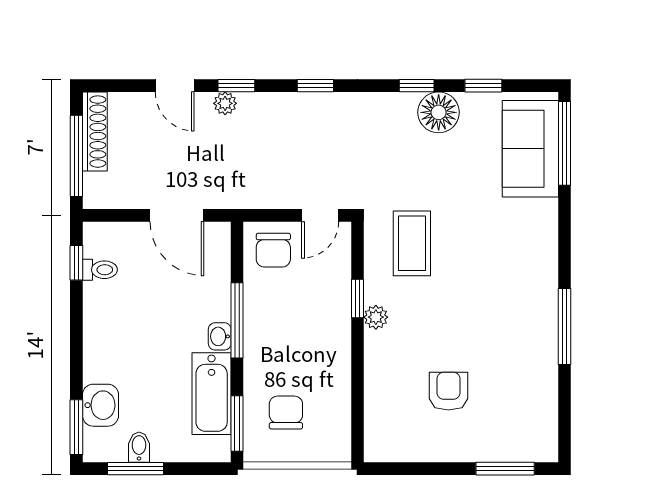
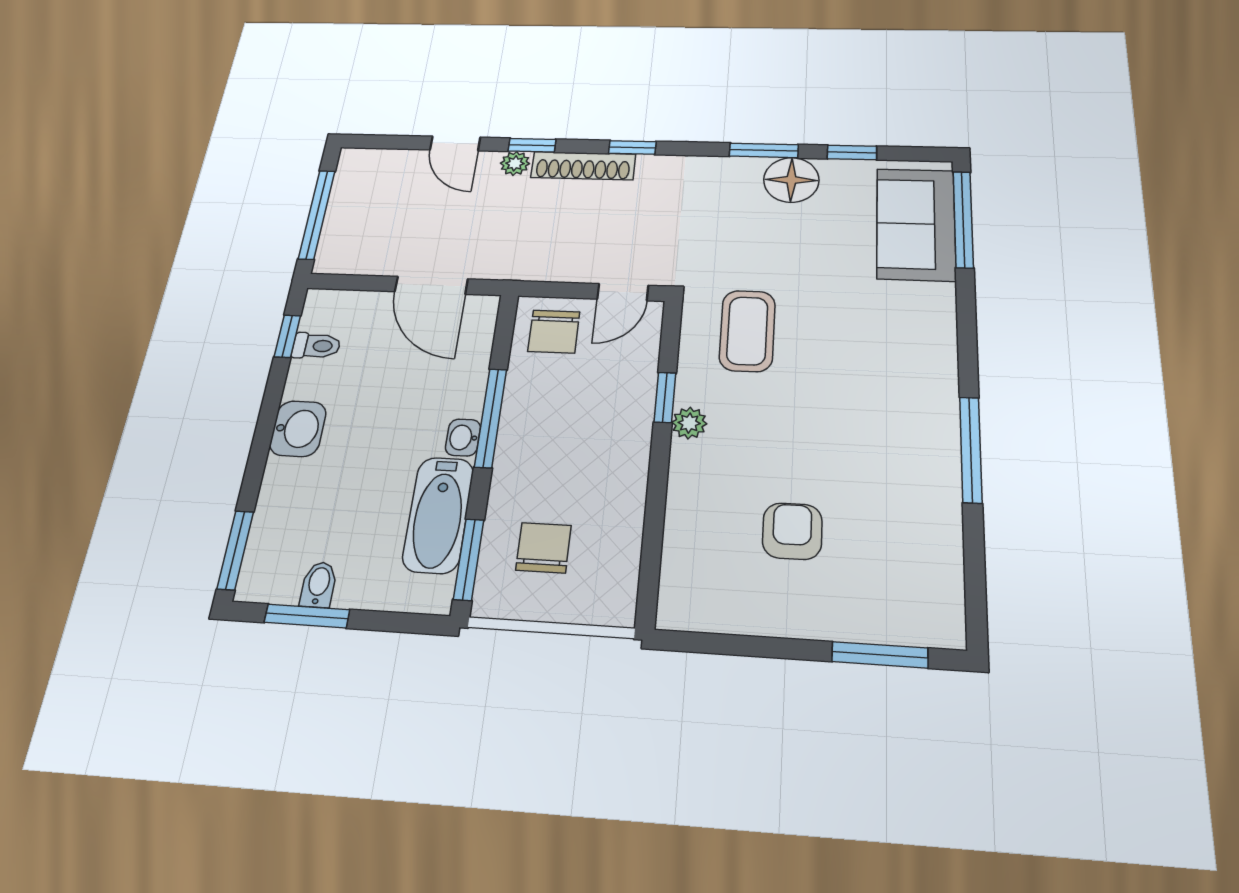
window: (417, 86) -> (764, 150), width x1.50
shoe rack: (95, 132) -> (583, 166), moved, turned 90
washbasin: (100, 405) -> (298, 429), moved

